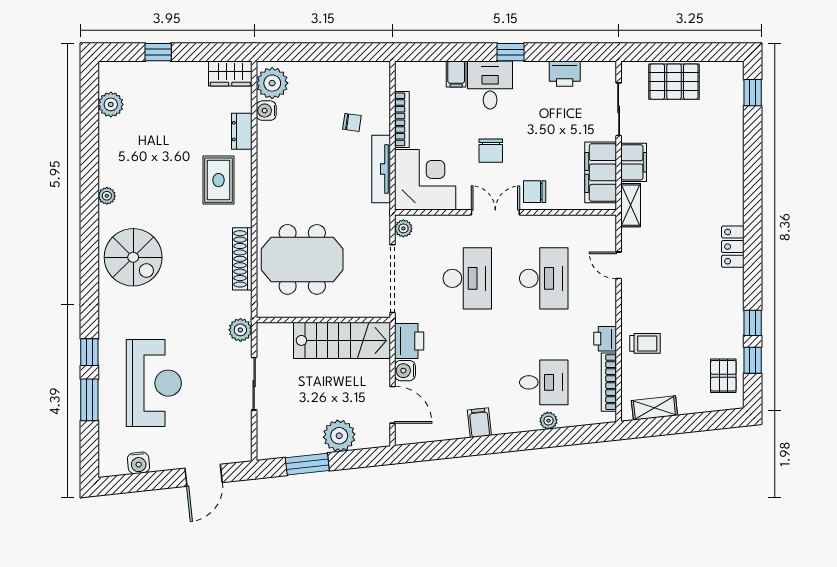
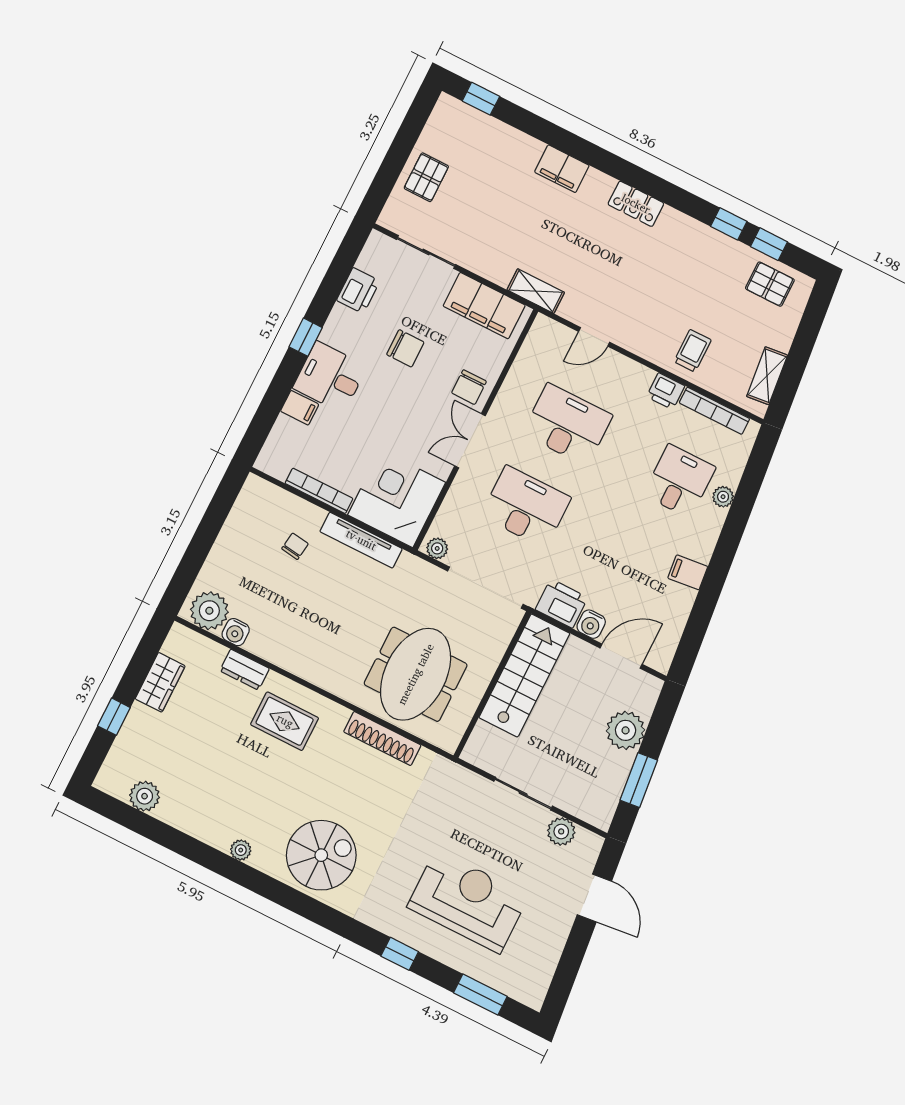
wardrobe: (230, 73) -> (160, 682), moved
pallet: (674, 82) -> (426, 177), width x0.67, depth x0.71
chair: (491, 151) -> (405, 348), moved
filing cabinet: (634, 162) -> (562, 169), moved, turned 180
plant: (240, 330) -> (561, 831), moved
window: (89, 400) -> (480, 995), moved
water cooler: (138, 463) -> (546, 961), removed

